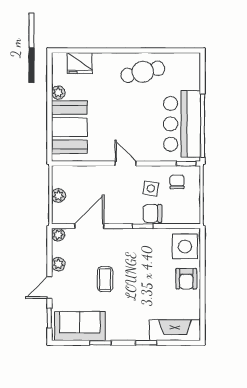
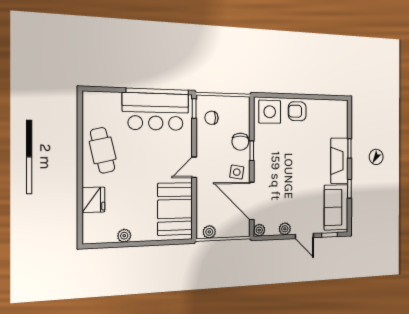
fridge: (80, 63) -> (93, 200), moved
booth: (69, 127) -> (175, 209), moved, turned 90
side table: (151, 189) -> (237, 172), moved
plant: (58, 196) -> (209, 232), moved
door: (89, 226) -> (252, 201), width x1.36
coffee table: (105, 279) -> (298, 185), removed
armchair: (186, 279) -> (297, 111), turned 180
fireplace: (175, 330) -> (339, 161), moved

